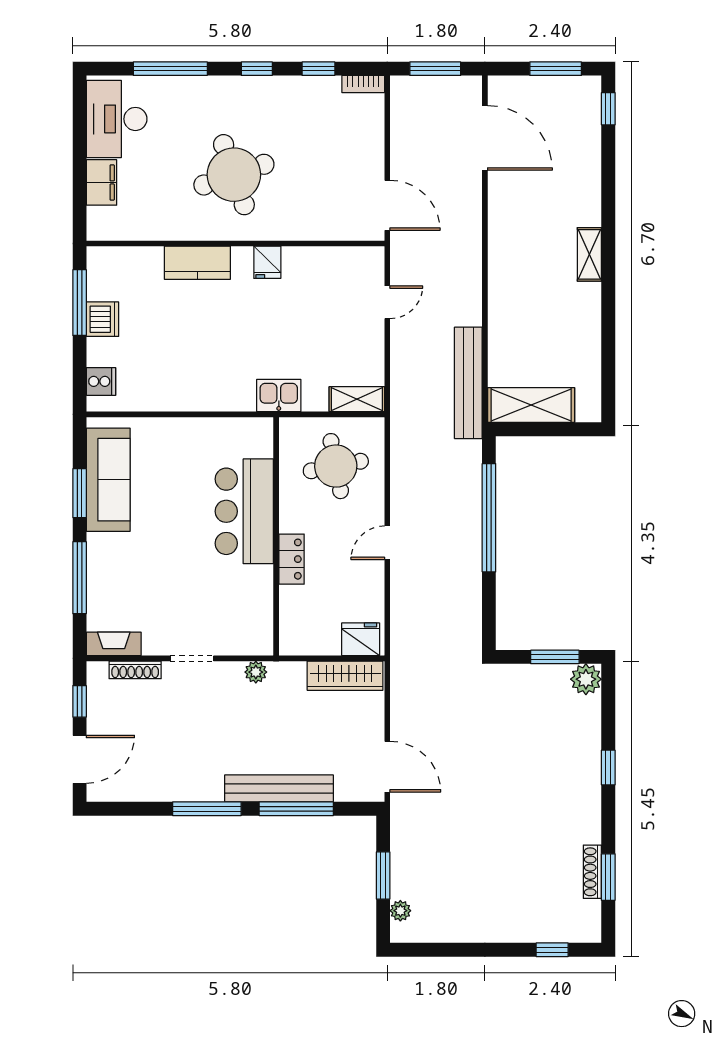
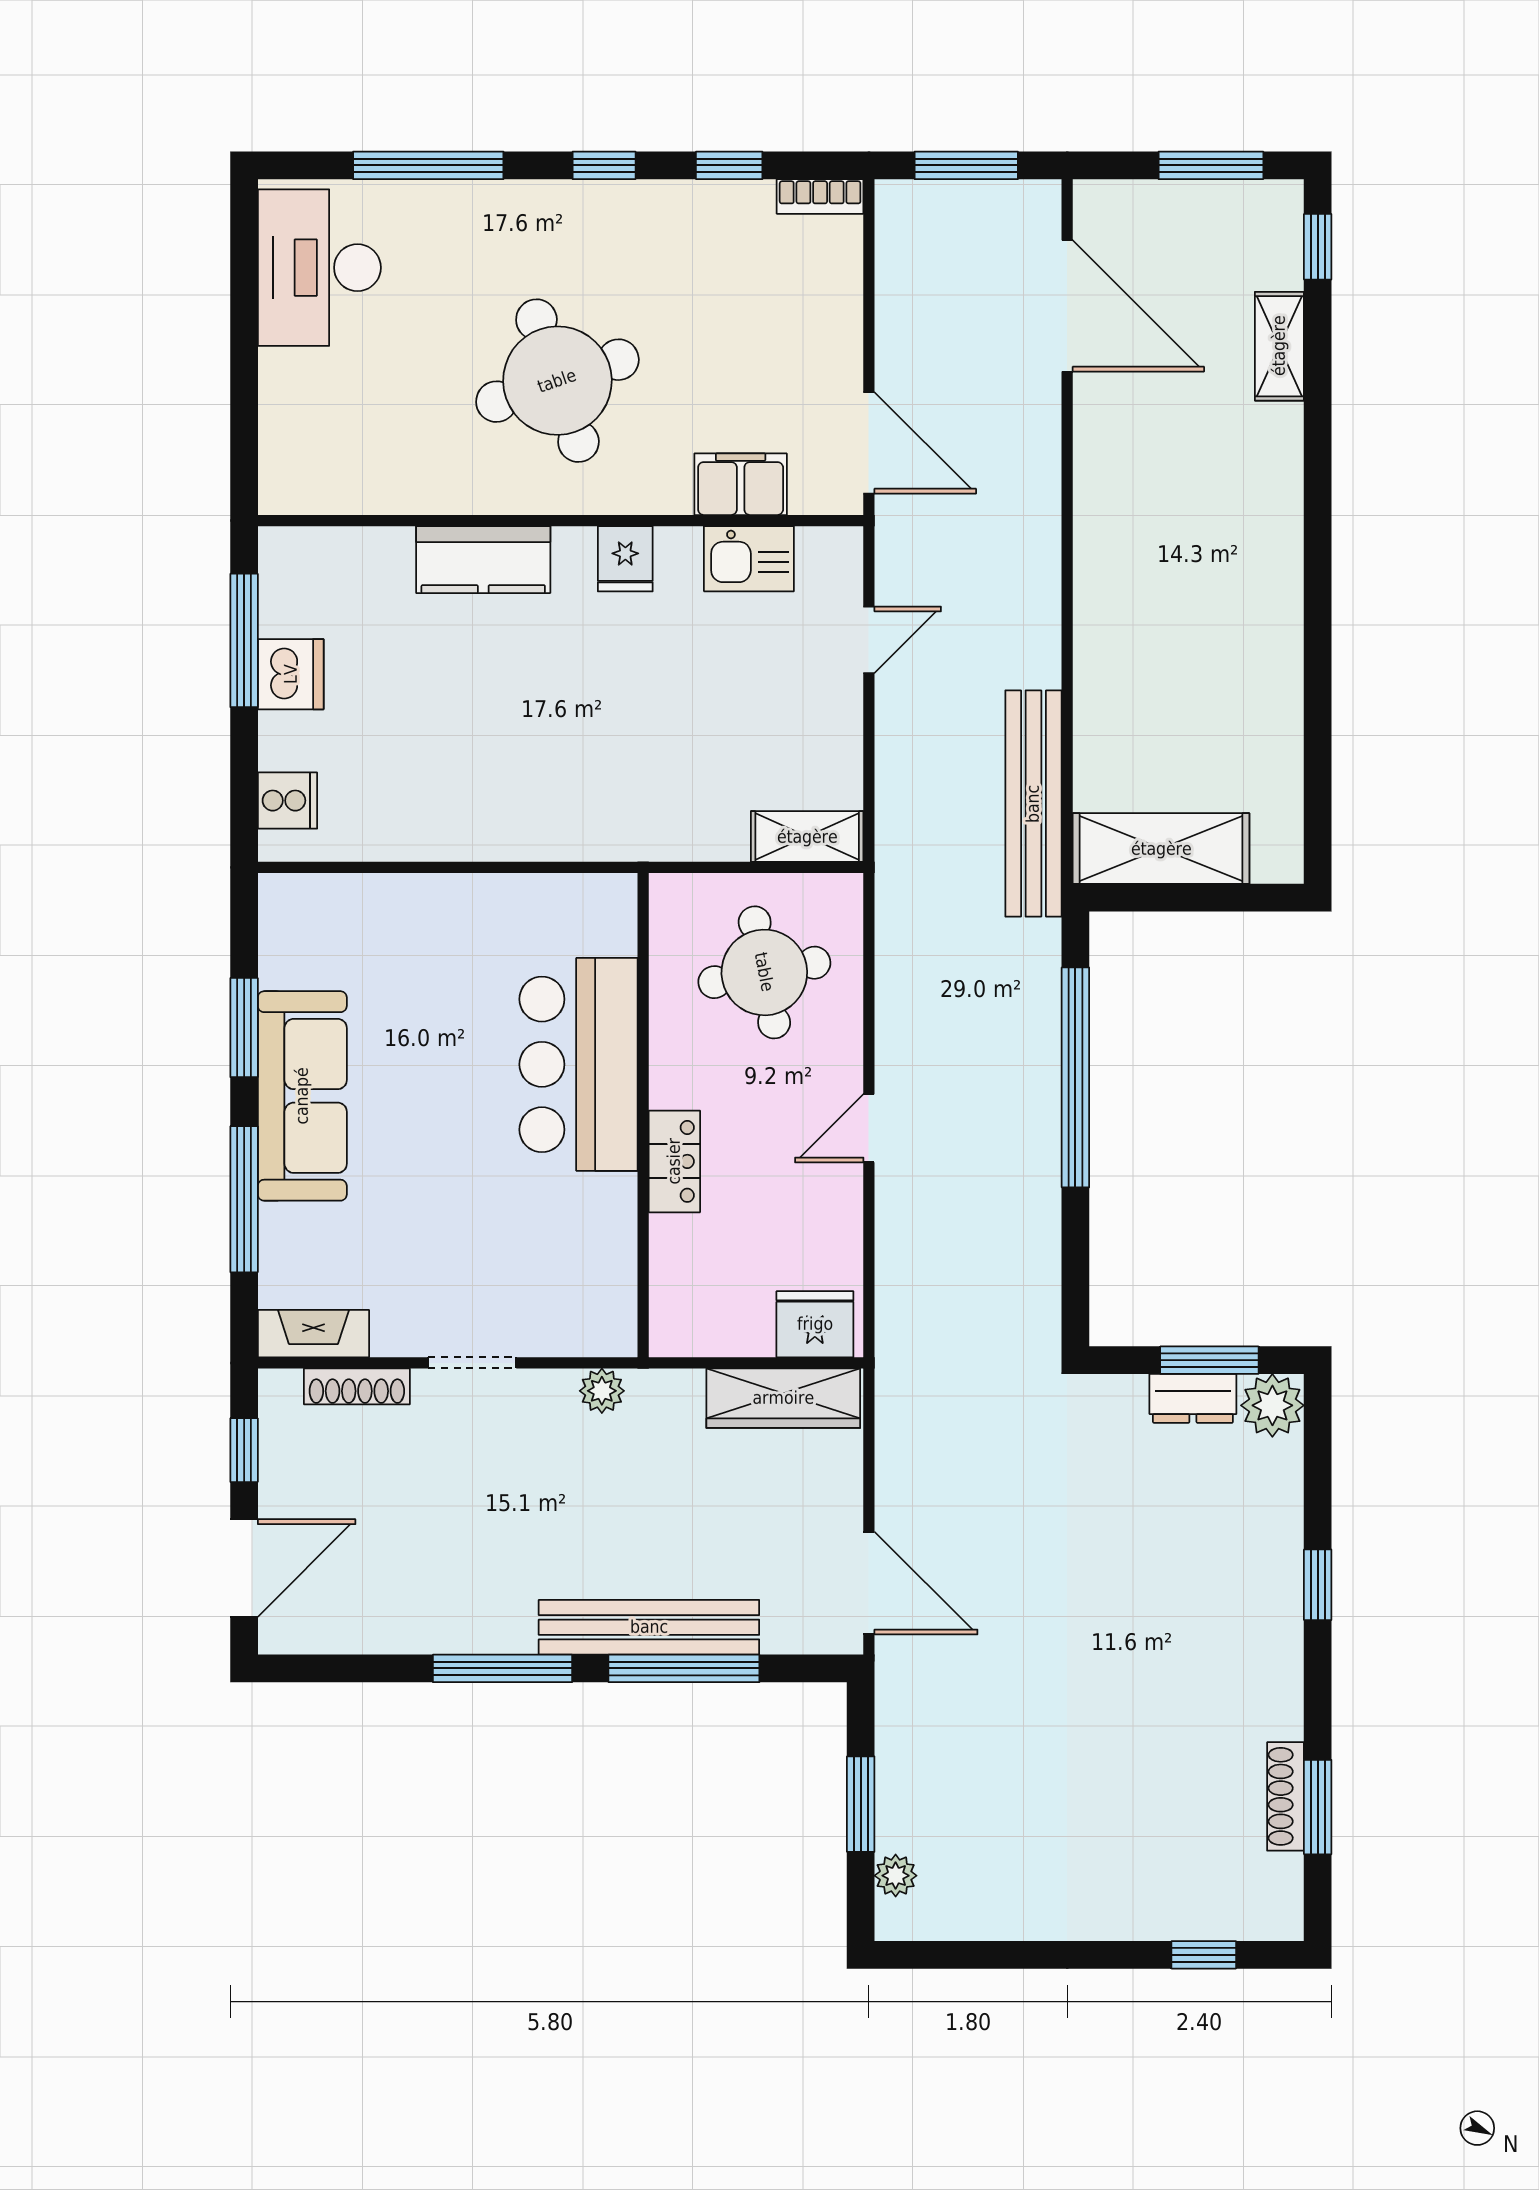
filing cabinet: (102, 182) -> (741, 484), moved, turned -90
shelving: (589, 254) -> (1279, 346), moved
kitchen sink: (279, 396) -> (749, 559), moved, turned 180
sofa: (108, 480) -> (302, 1096), moved
dresser: (547, 676) -> (1193, 1398), added

